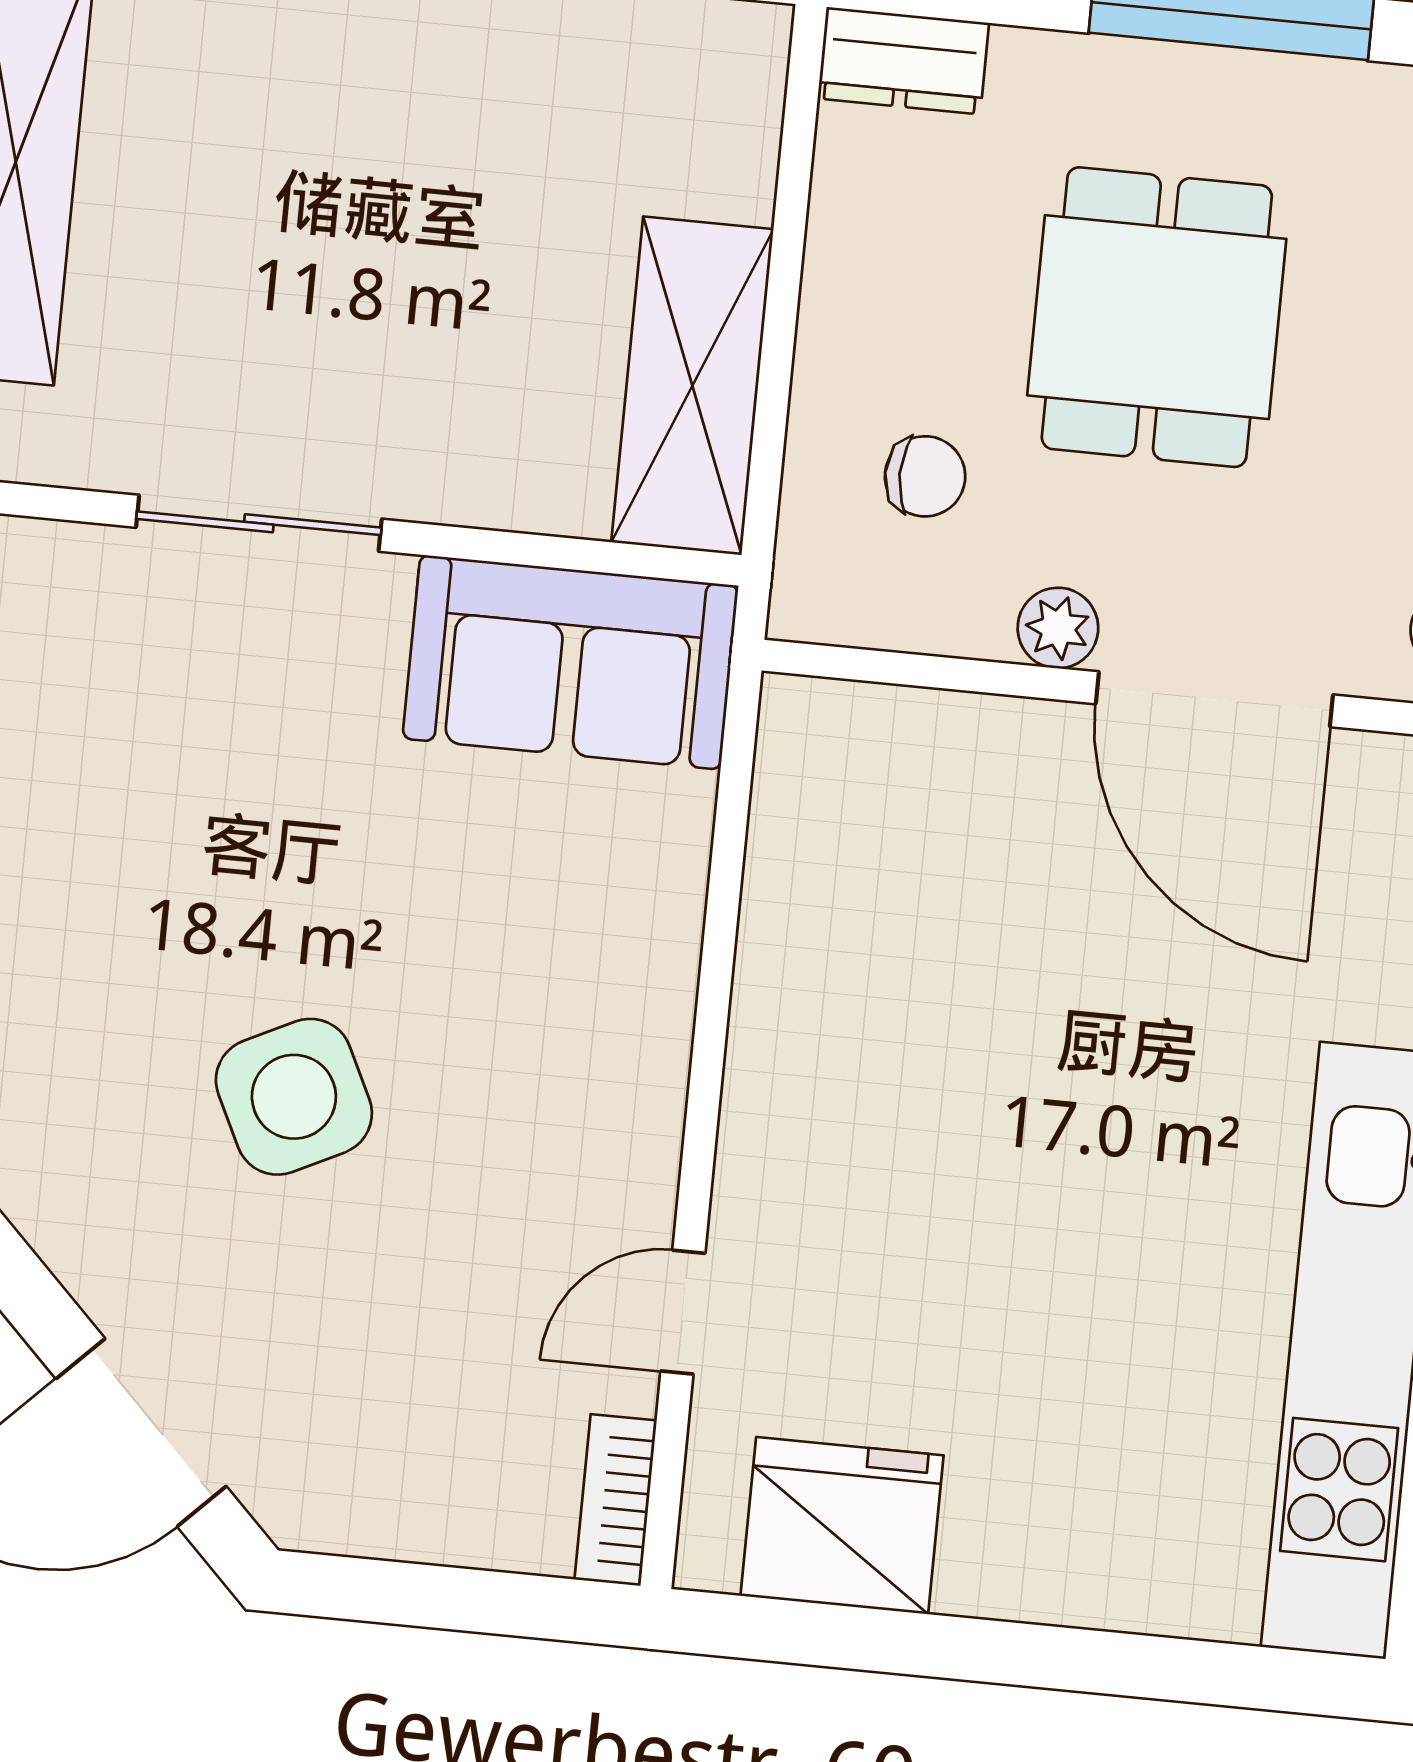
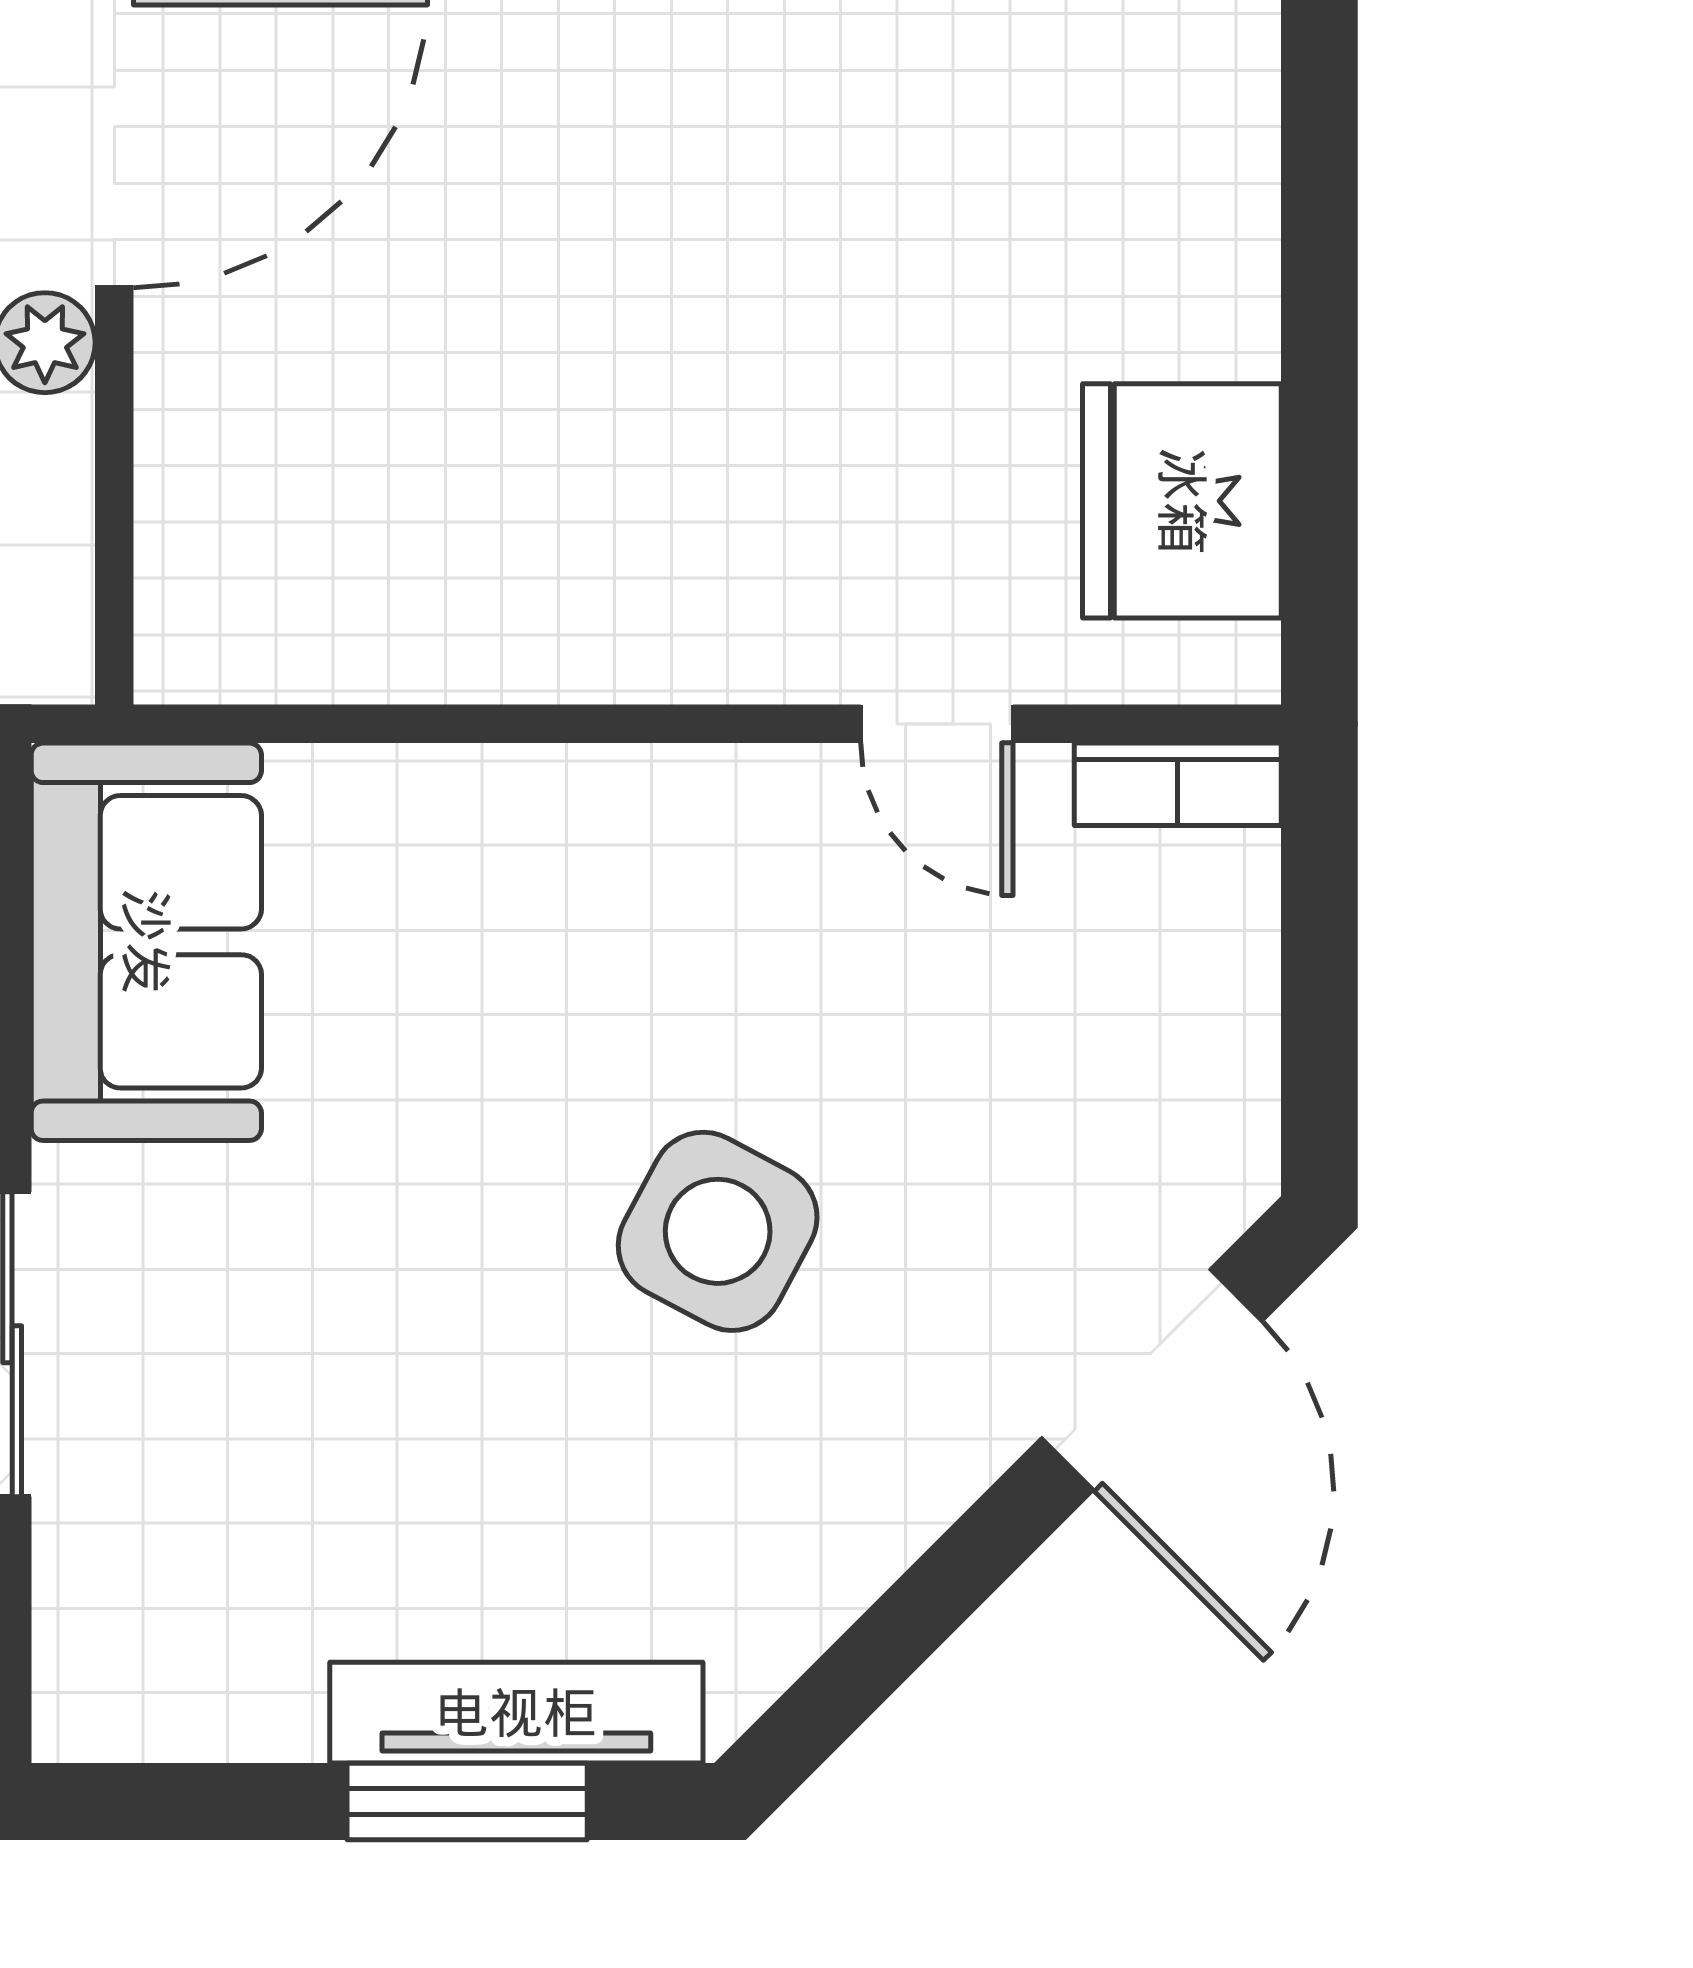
side table: (294, 1097) -> (718, 1231), turned -36

